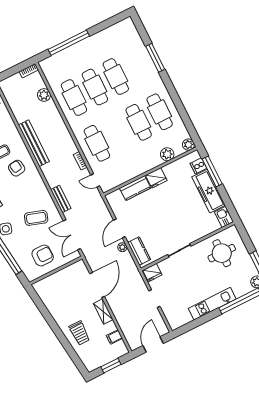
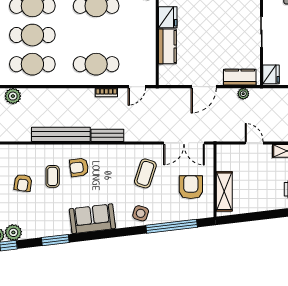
bench: (61, 199) -> (107, 135), moved
door: (119, 228) -> (204, 87), hinge flipped
plant: (122, 247) -> (243, 94), moved
shelving: (52, 281) -> (224, 191), added
door: (97, 285) -> (254, 143), width x0.53

